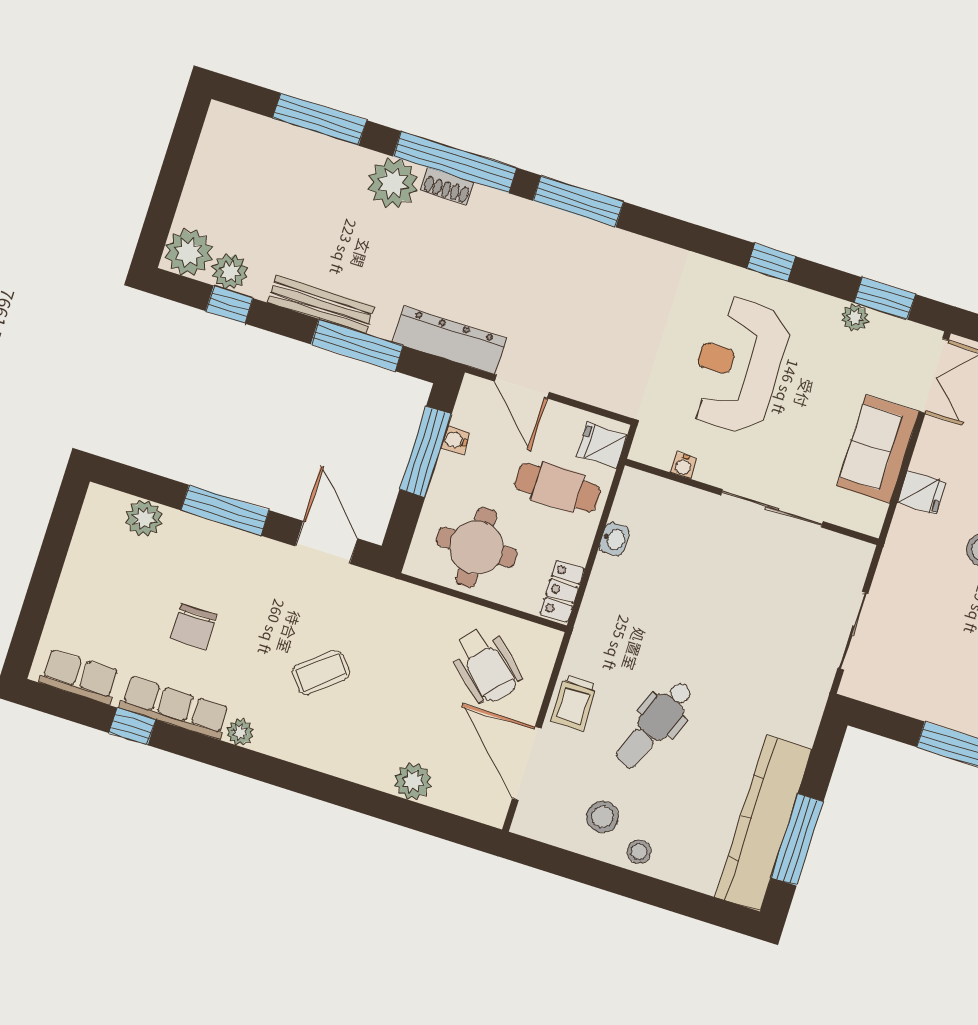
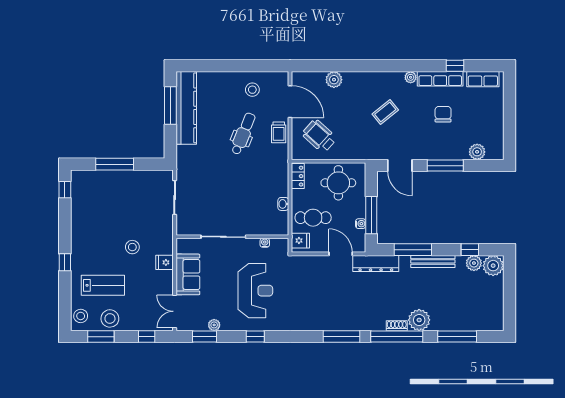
trolley: (574, 702) -> (279, 132), turned 180
stool: (639, 852) -> (233, 80), removed

